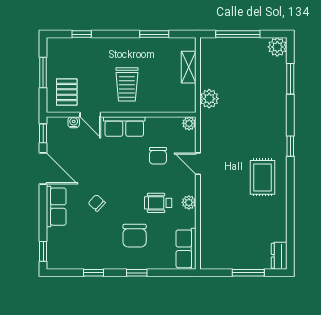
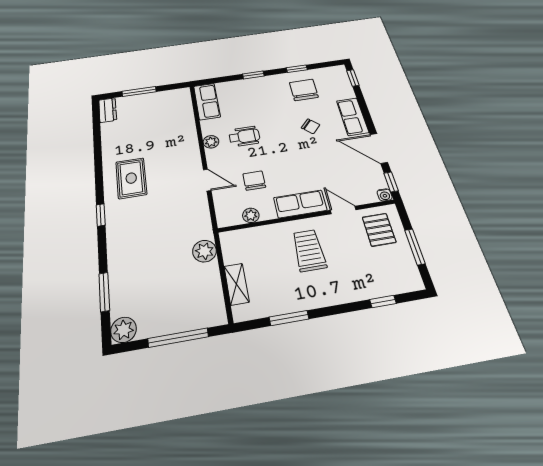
water cooler: (74, 122) -> (385, 195), moved
plant: (189, 123) -> (251, 215), moved
chair: (135, 236) -> (304, 90), moved

